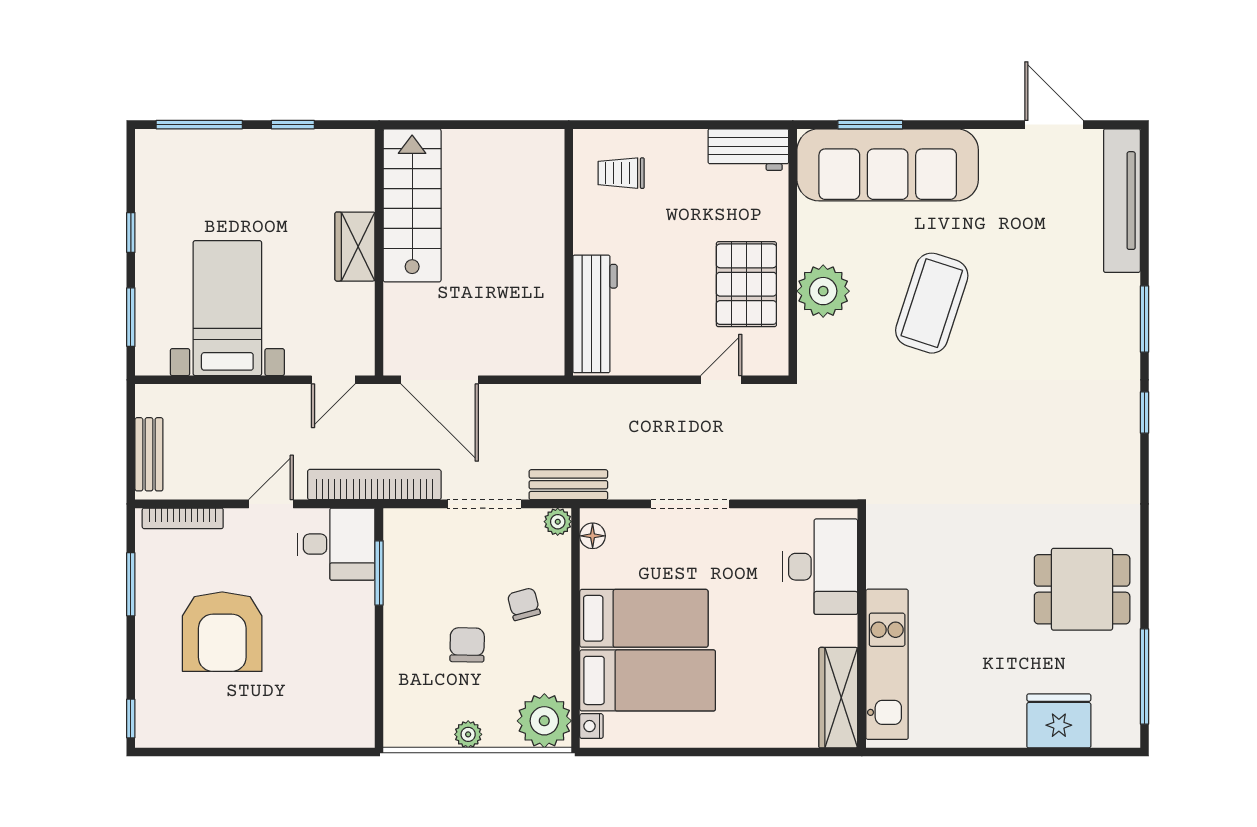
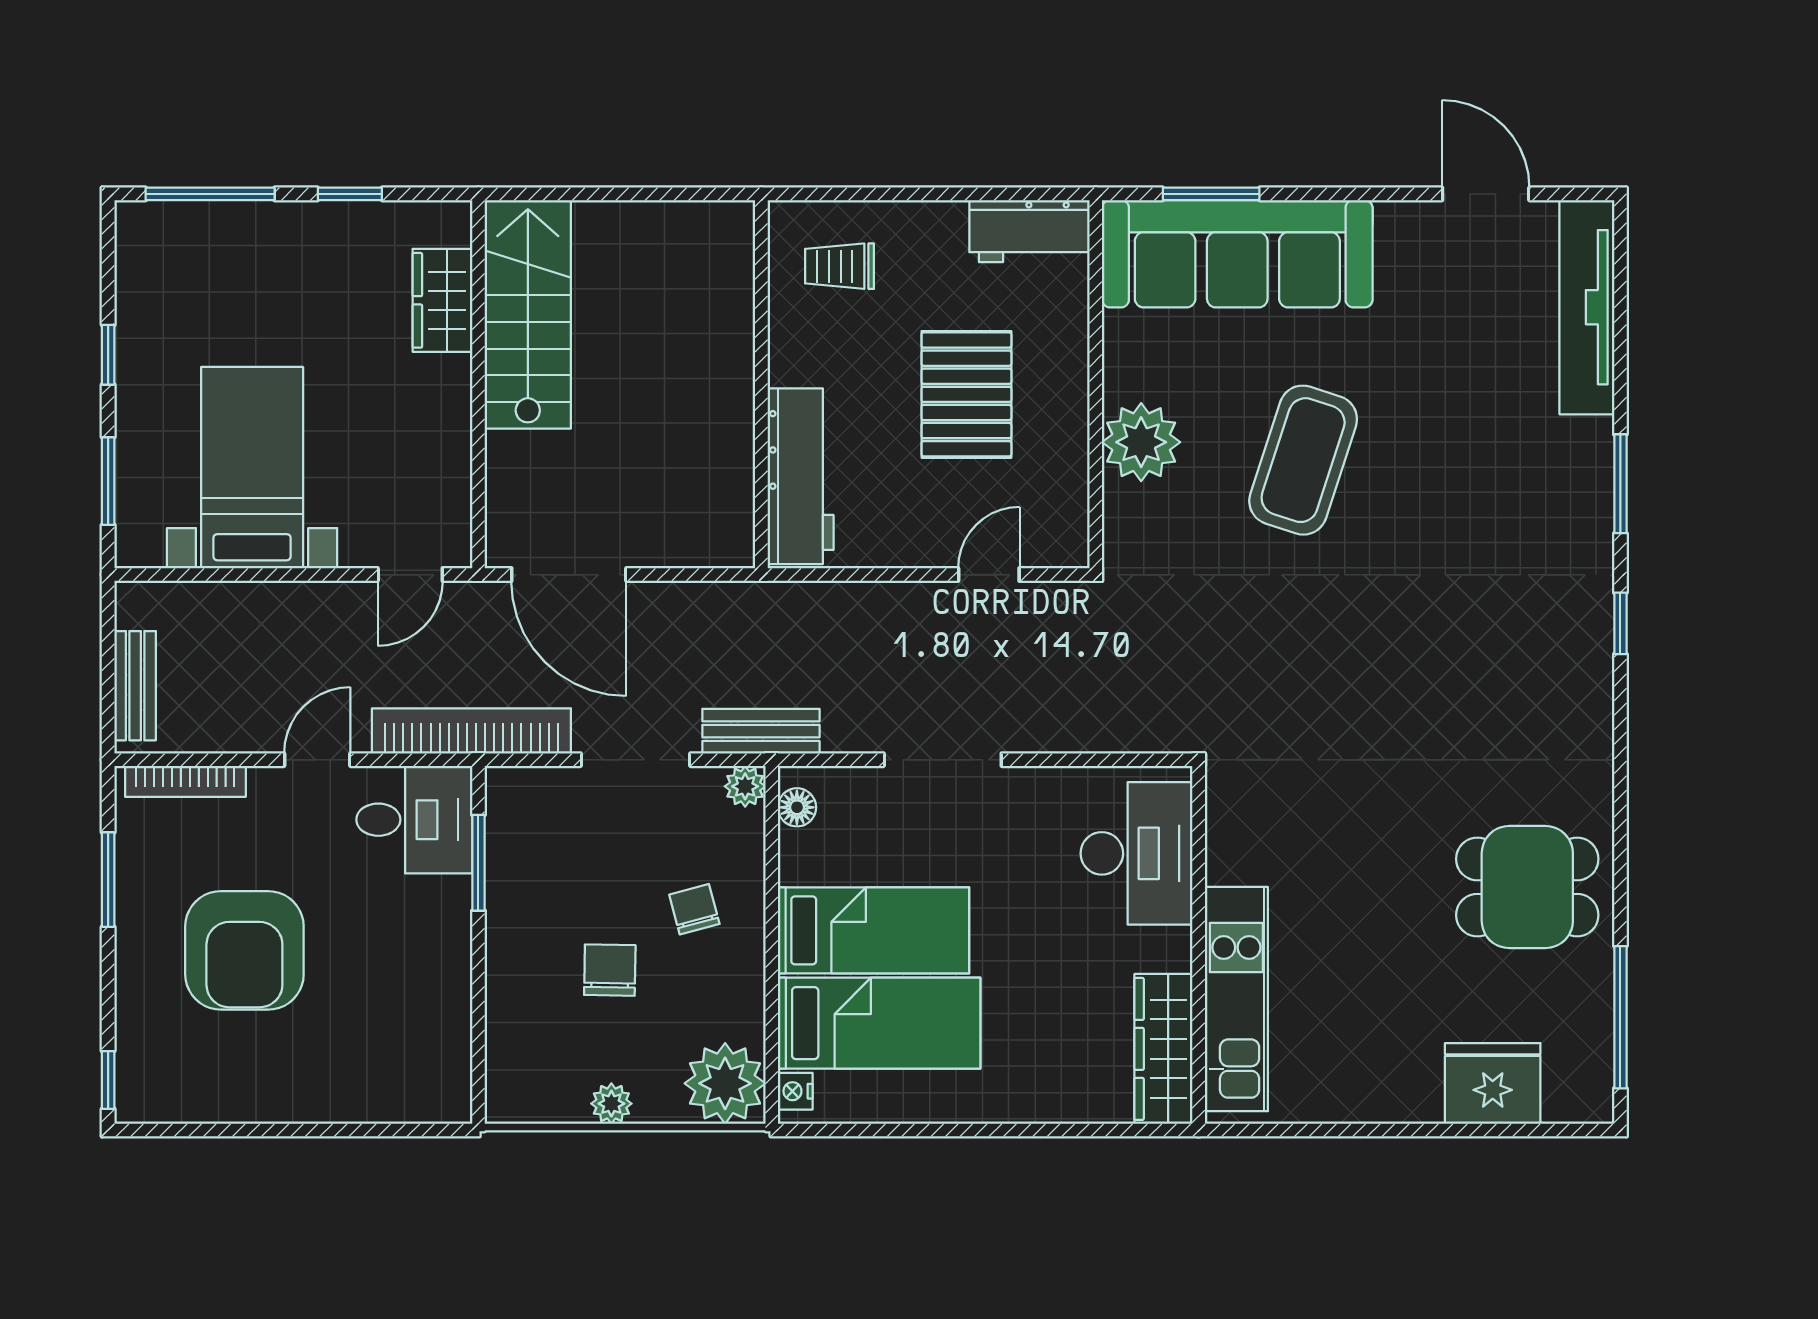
wardrobe: (355, 247) -> (442, 300), moved
pallet: (746, 284) -> (966, 394), moved

